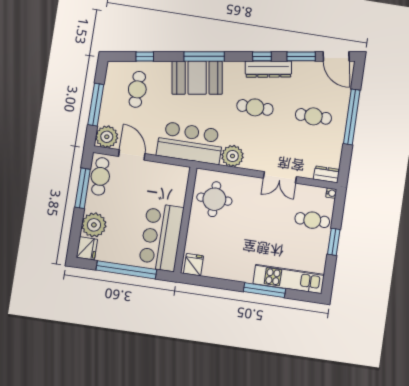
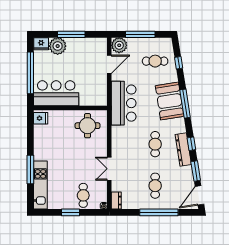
plant: (232, 156) -> (119, 134), removed
cafe table: (100, 176) -> (91, 45), removed
window: (83, 188) -> (71, 34), moved

